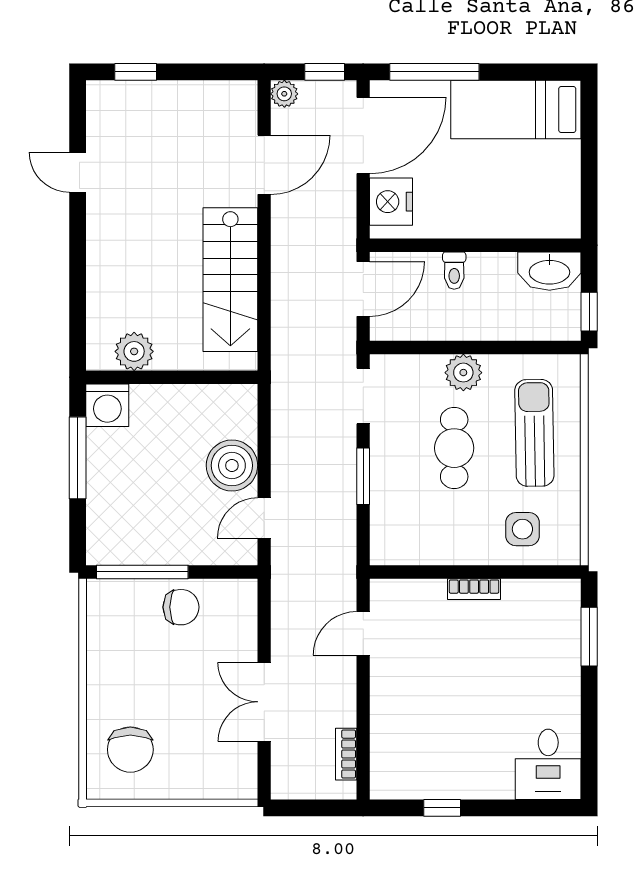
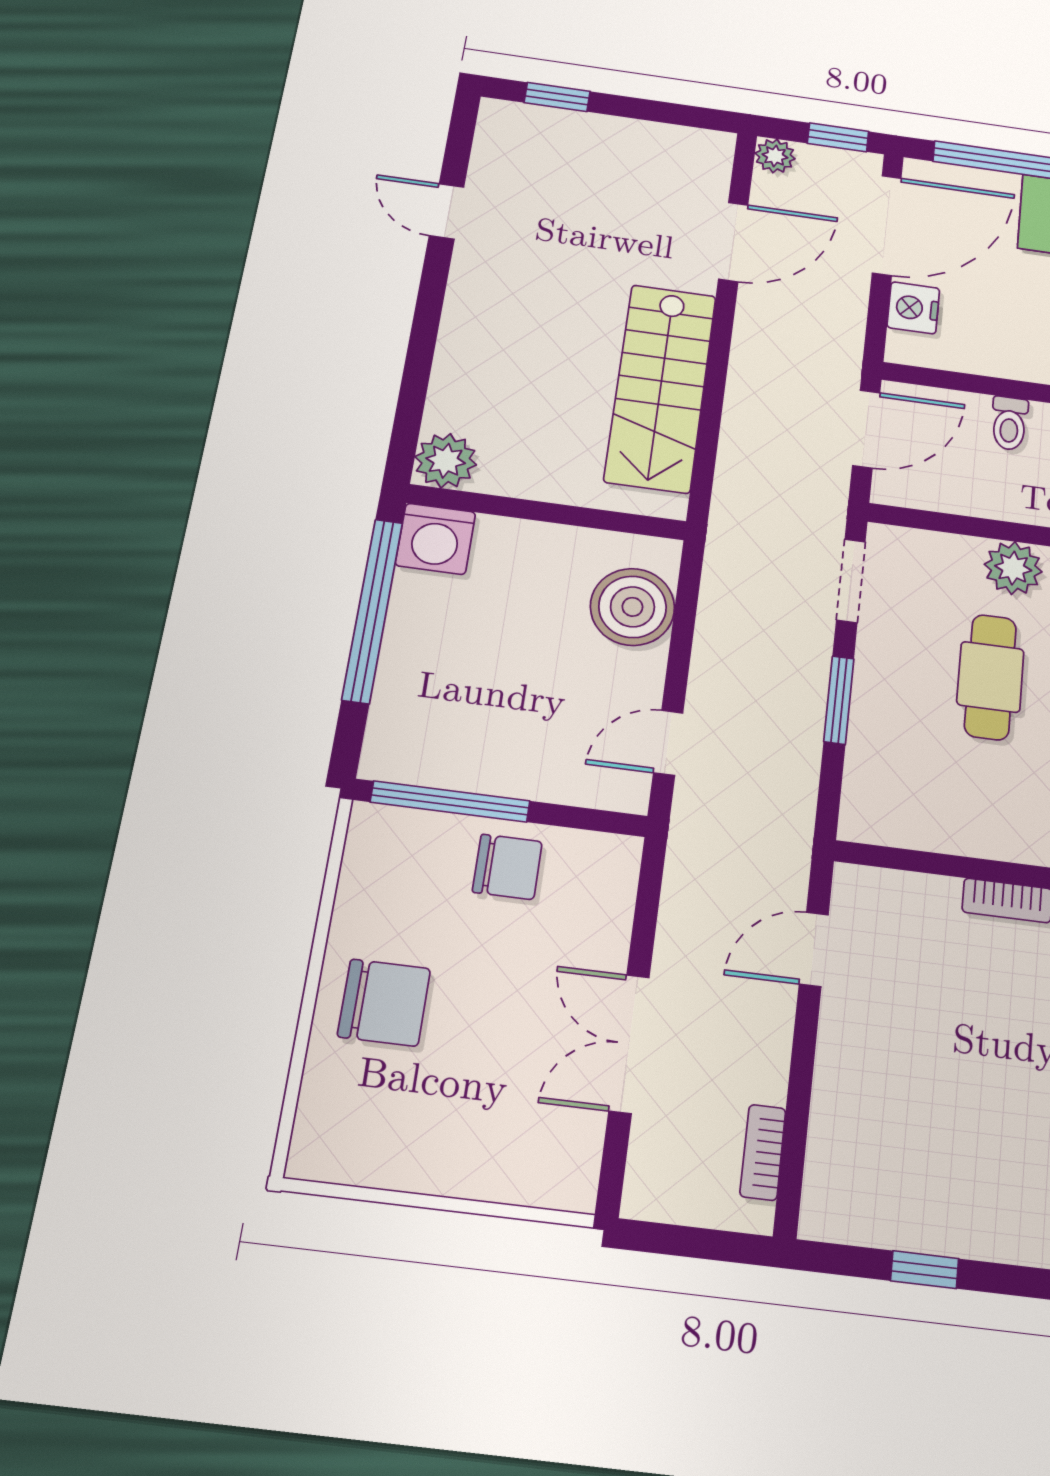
nightstand: (391, 202) -> (913, 308), width x0.74, depth x0.75
plant: (134, 351) -> (446, 461), moved
window: (78, 458) -> (372, 610), width x1.46
boiler: (232, 465) -> (632, 607), moved
chair: (130, 750) -> (384, 1003), moved, turned -90

